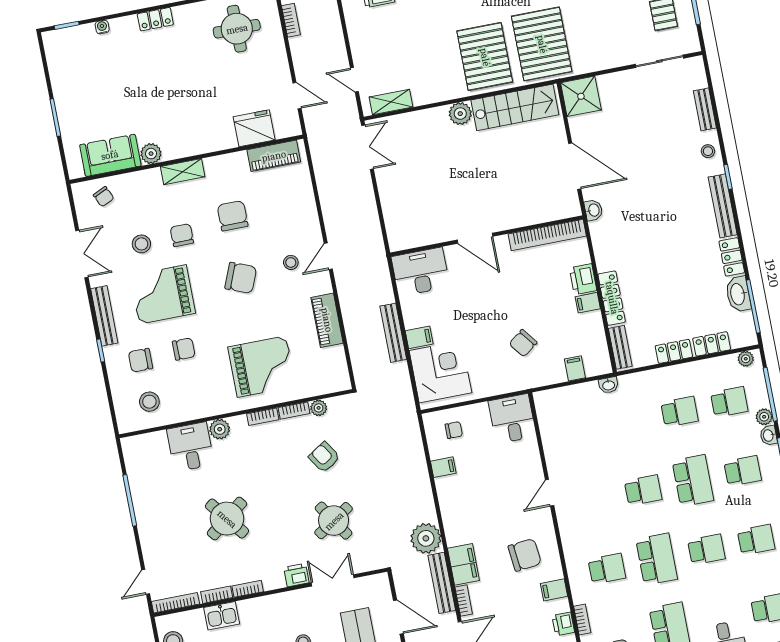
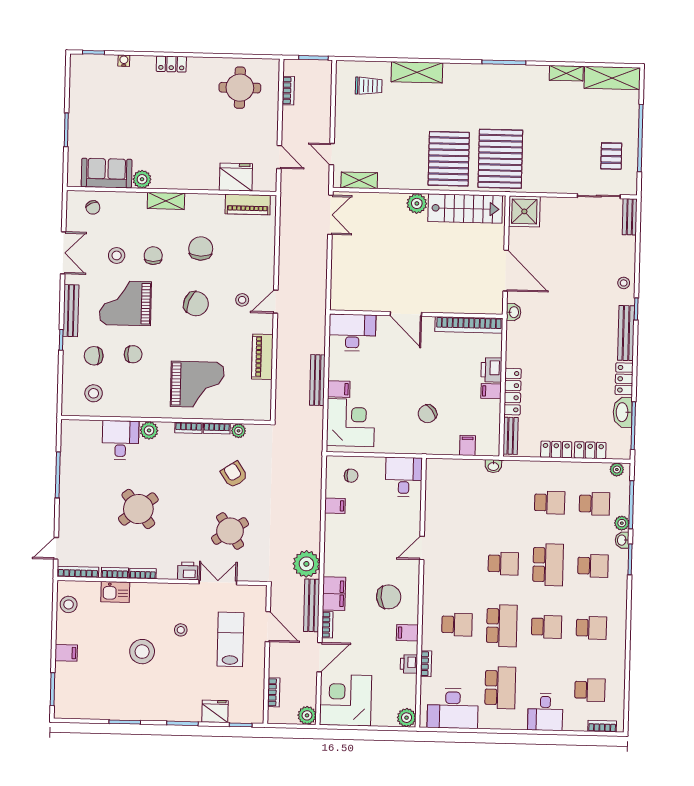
bench: (705, 109) -> (630, 217), moved

